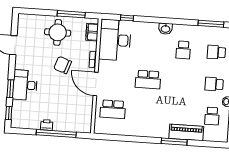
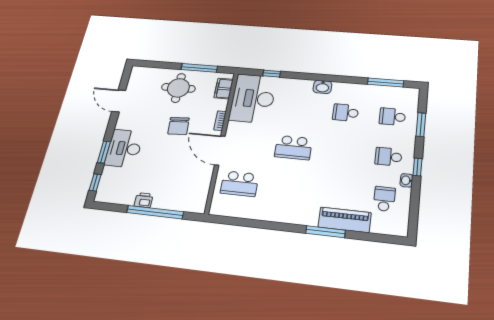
school desk: (183, 50) -> (346, 113), turned 90
chair: (63, 65) -> (179, 126), turned -113
school desk: (212, 116) -> (384, 199), turned 180

